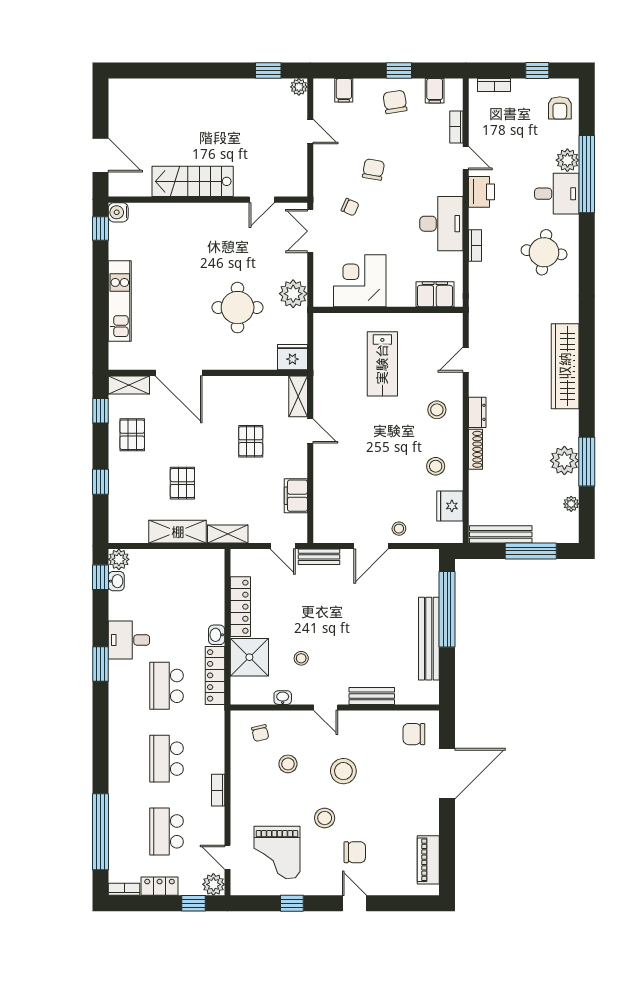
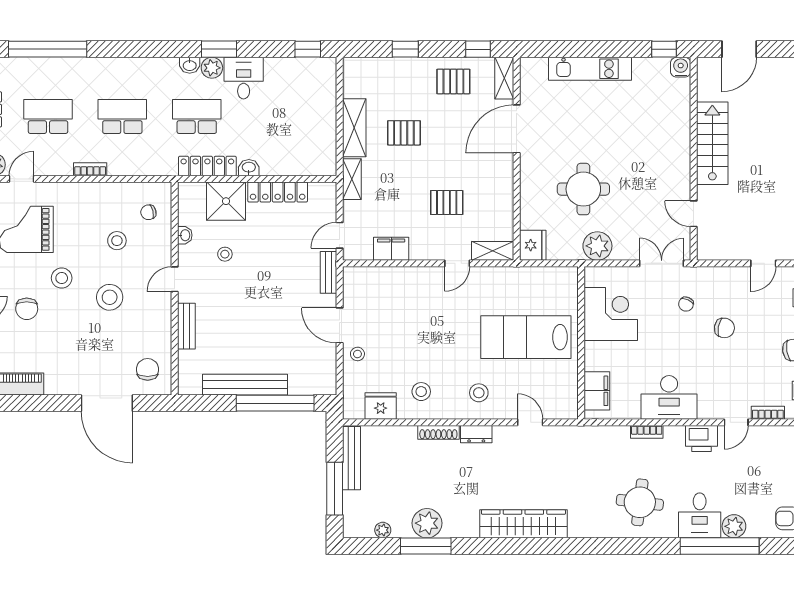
lab bench: (382, 364) -> (526, 337), width x1.36, depth x1.39
plant: (119, 559) -> (212, 68), moved
washbasin: (116, 581) -> (190, 65), moved

